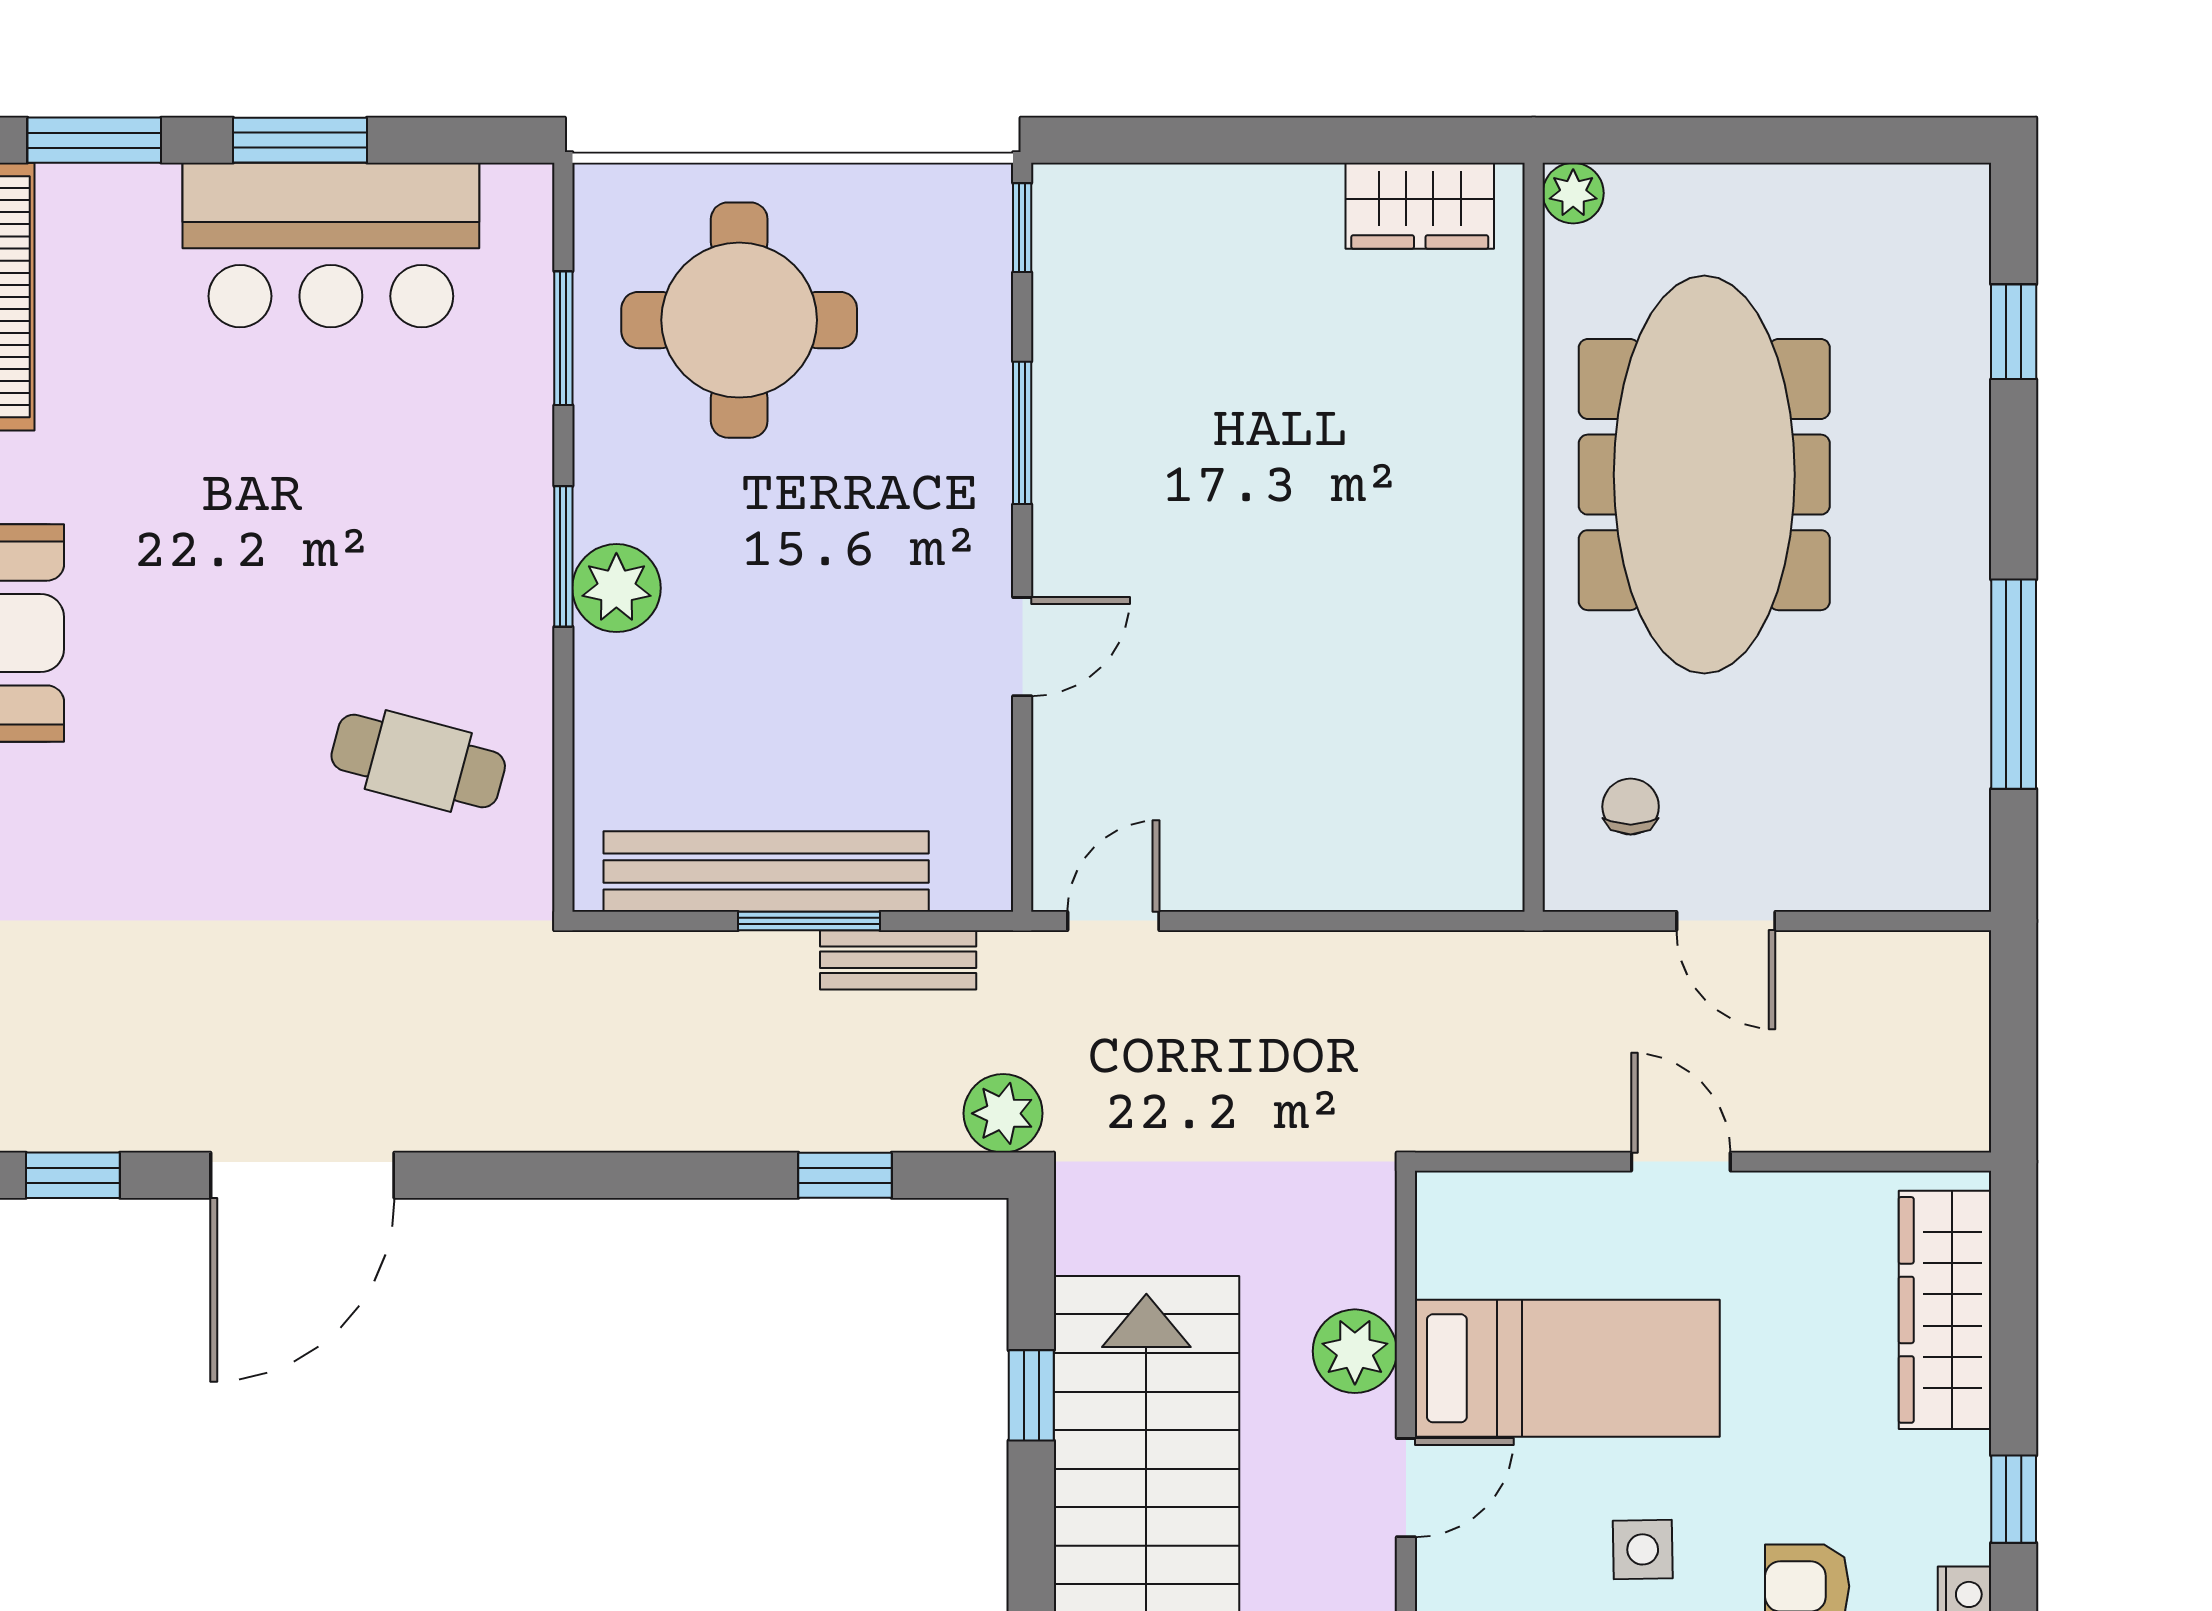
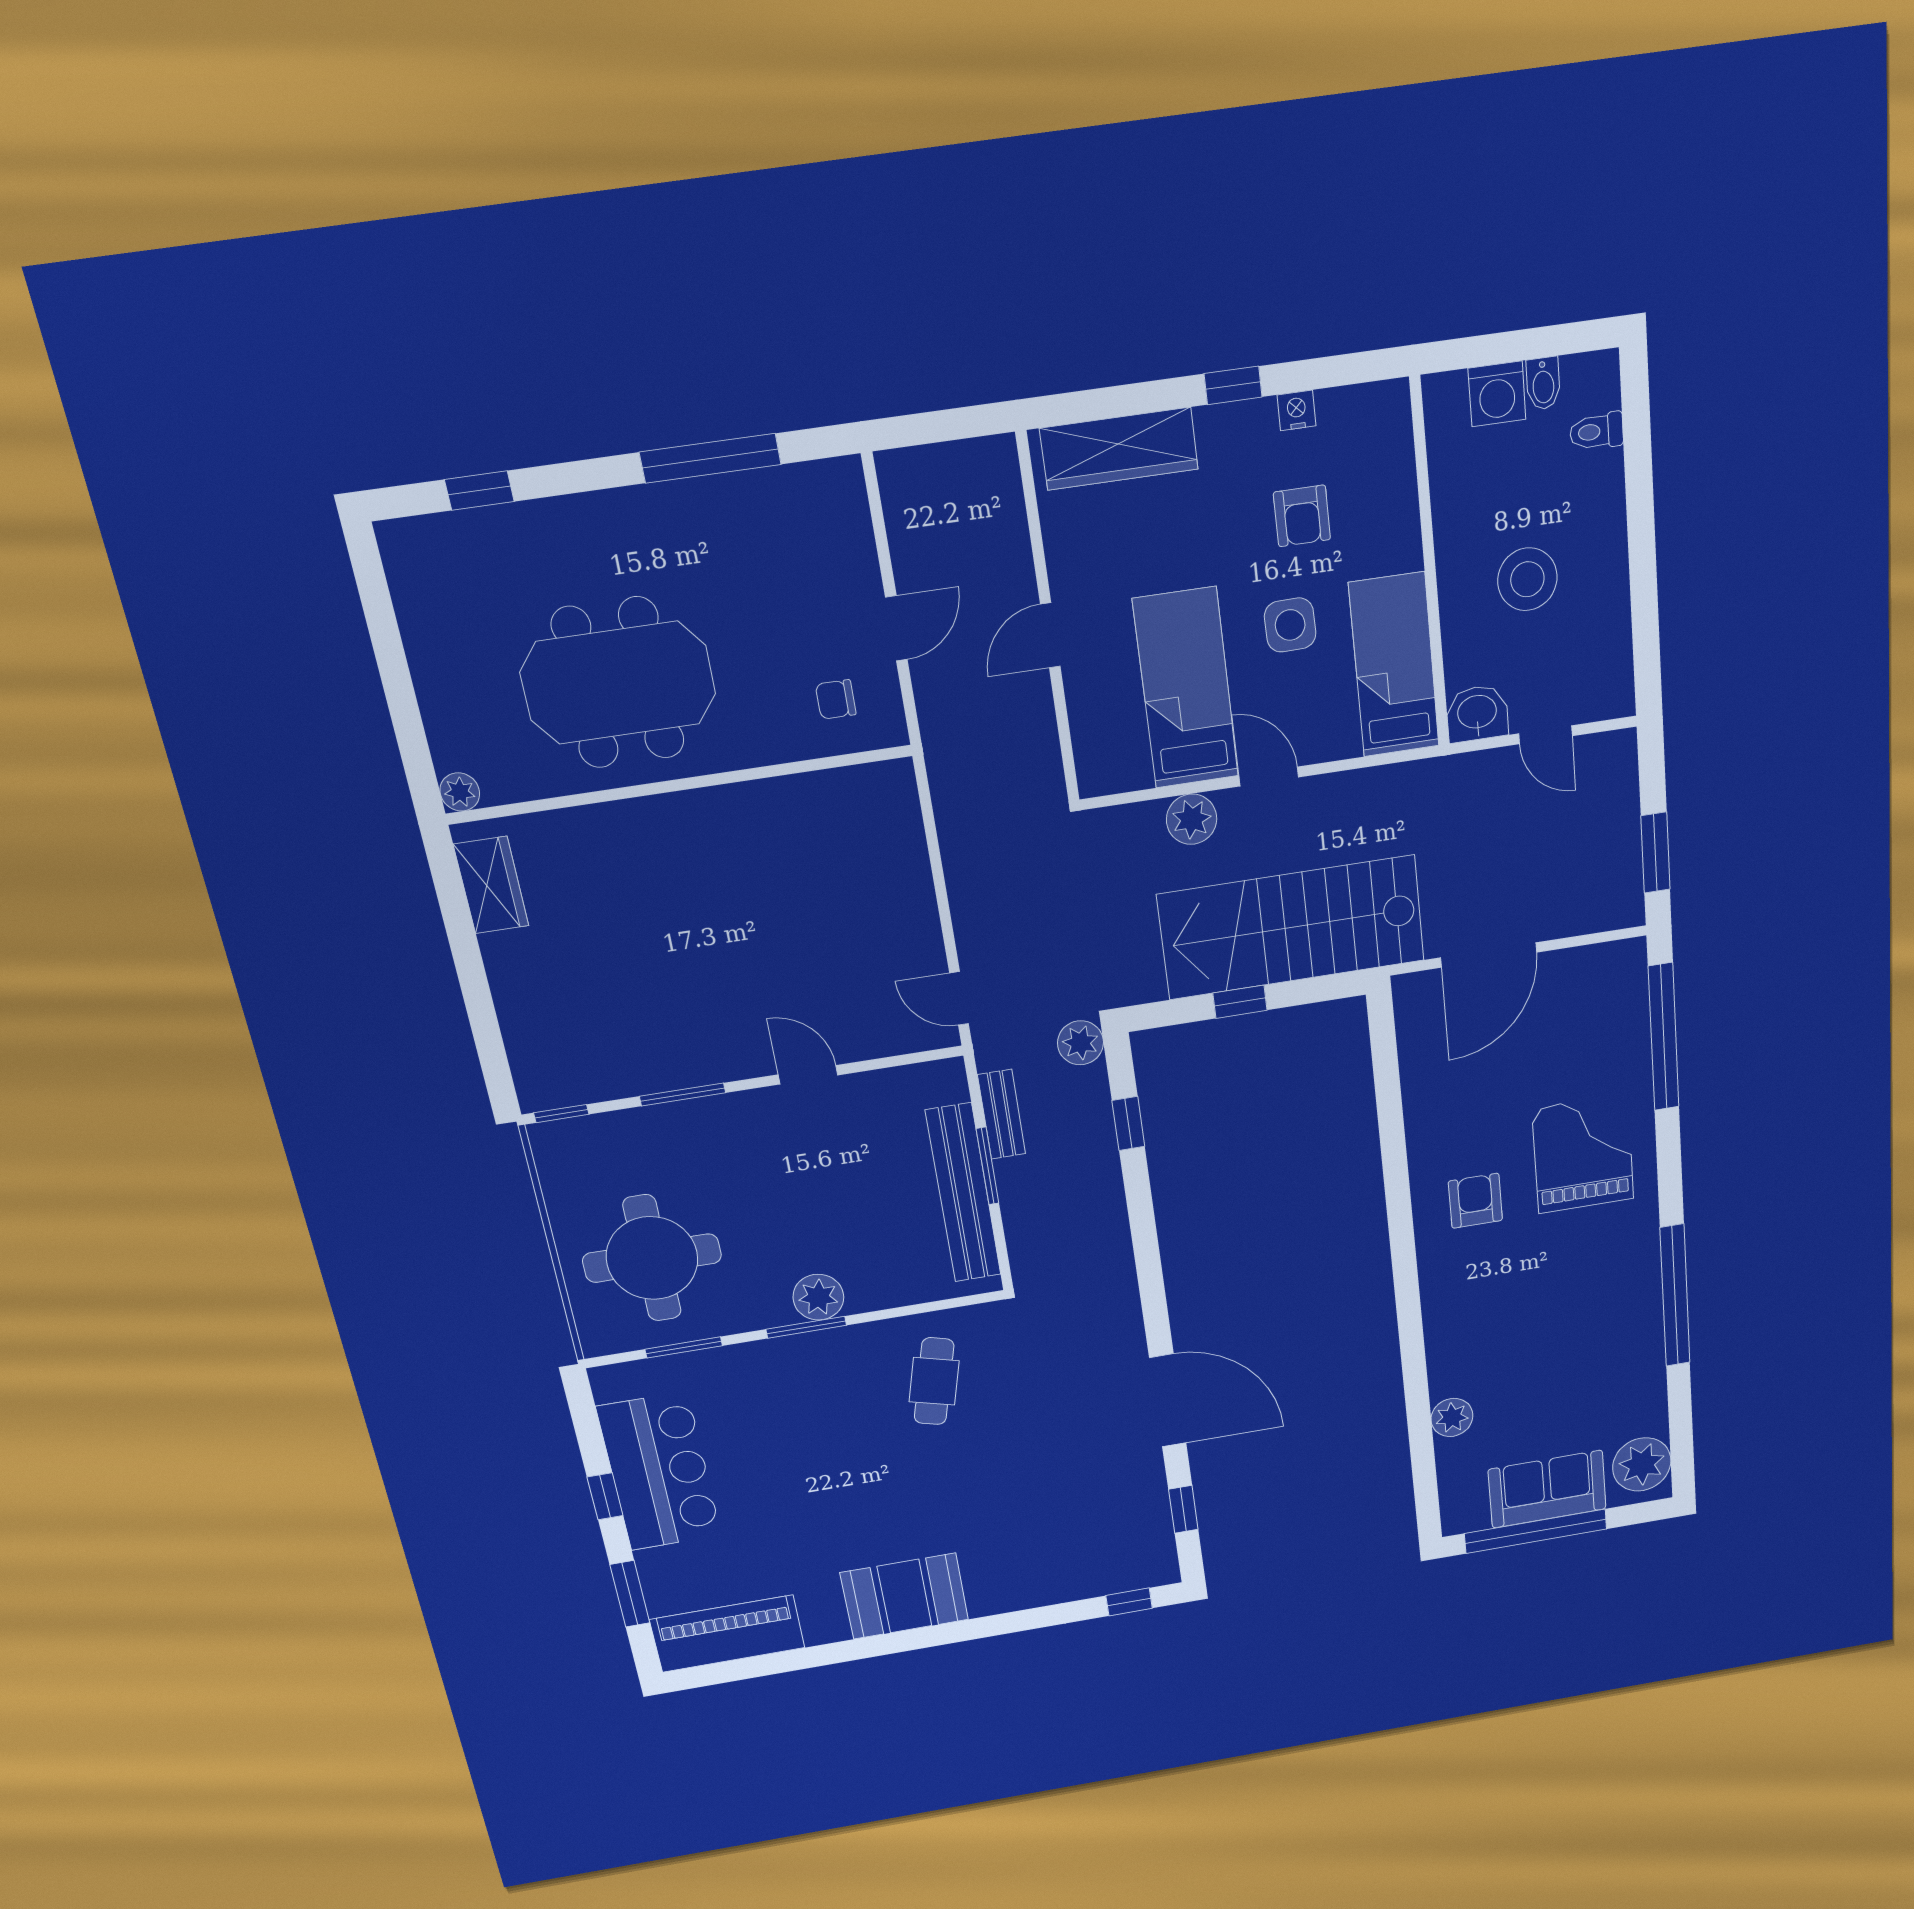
window: (300, 140) -> (605, 1496), width x0.67
meeting table: (1704, 475) -> (618, 683), width x0.73
side table: (1643, 1549) -> (1290, 625), width x1.37, depth x1.37

